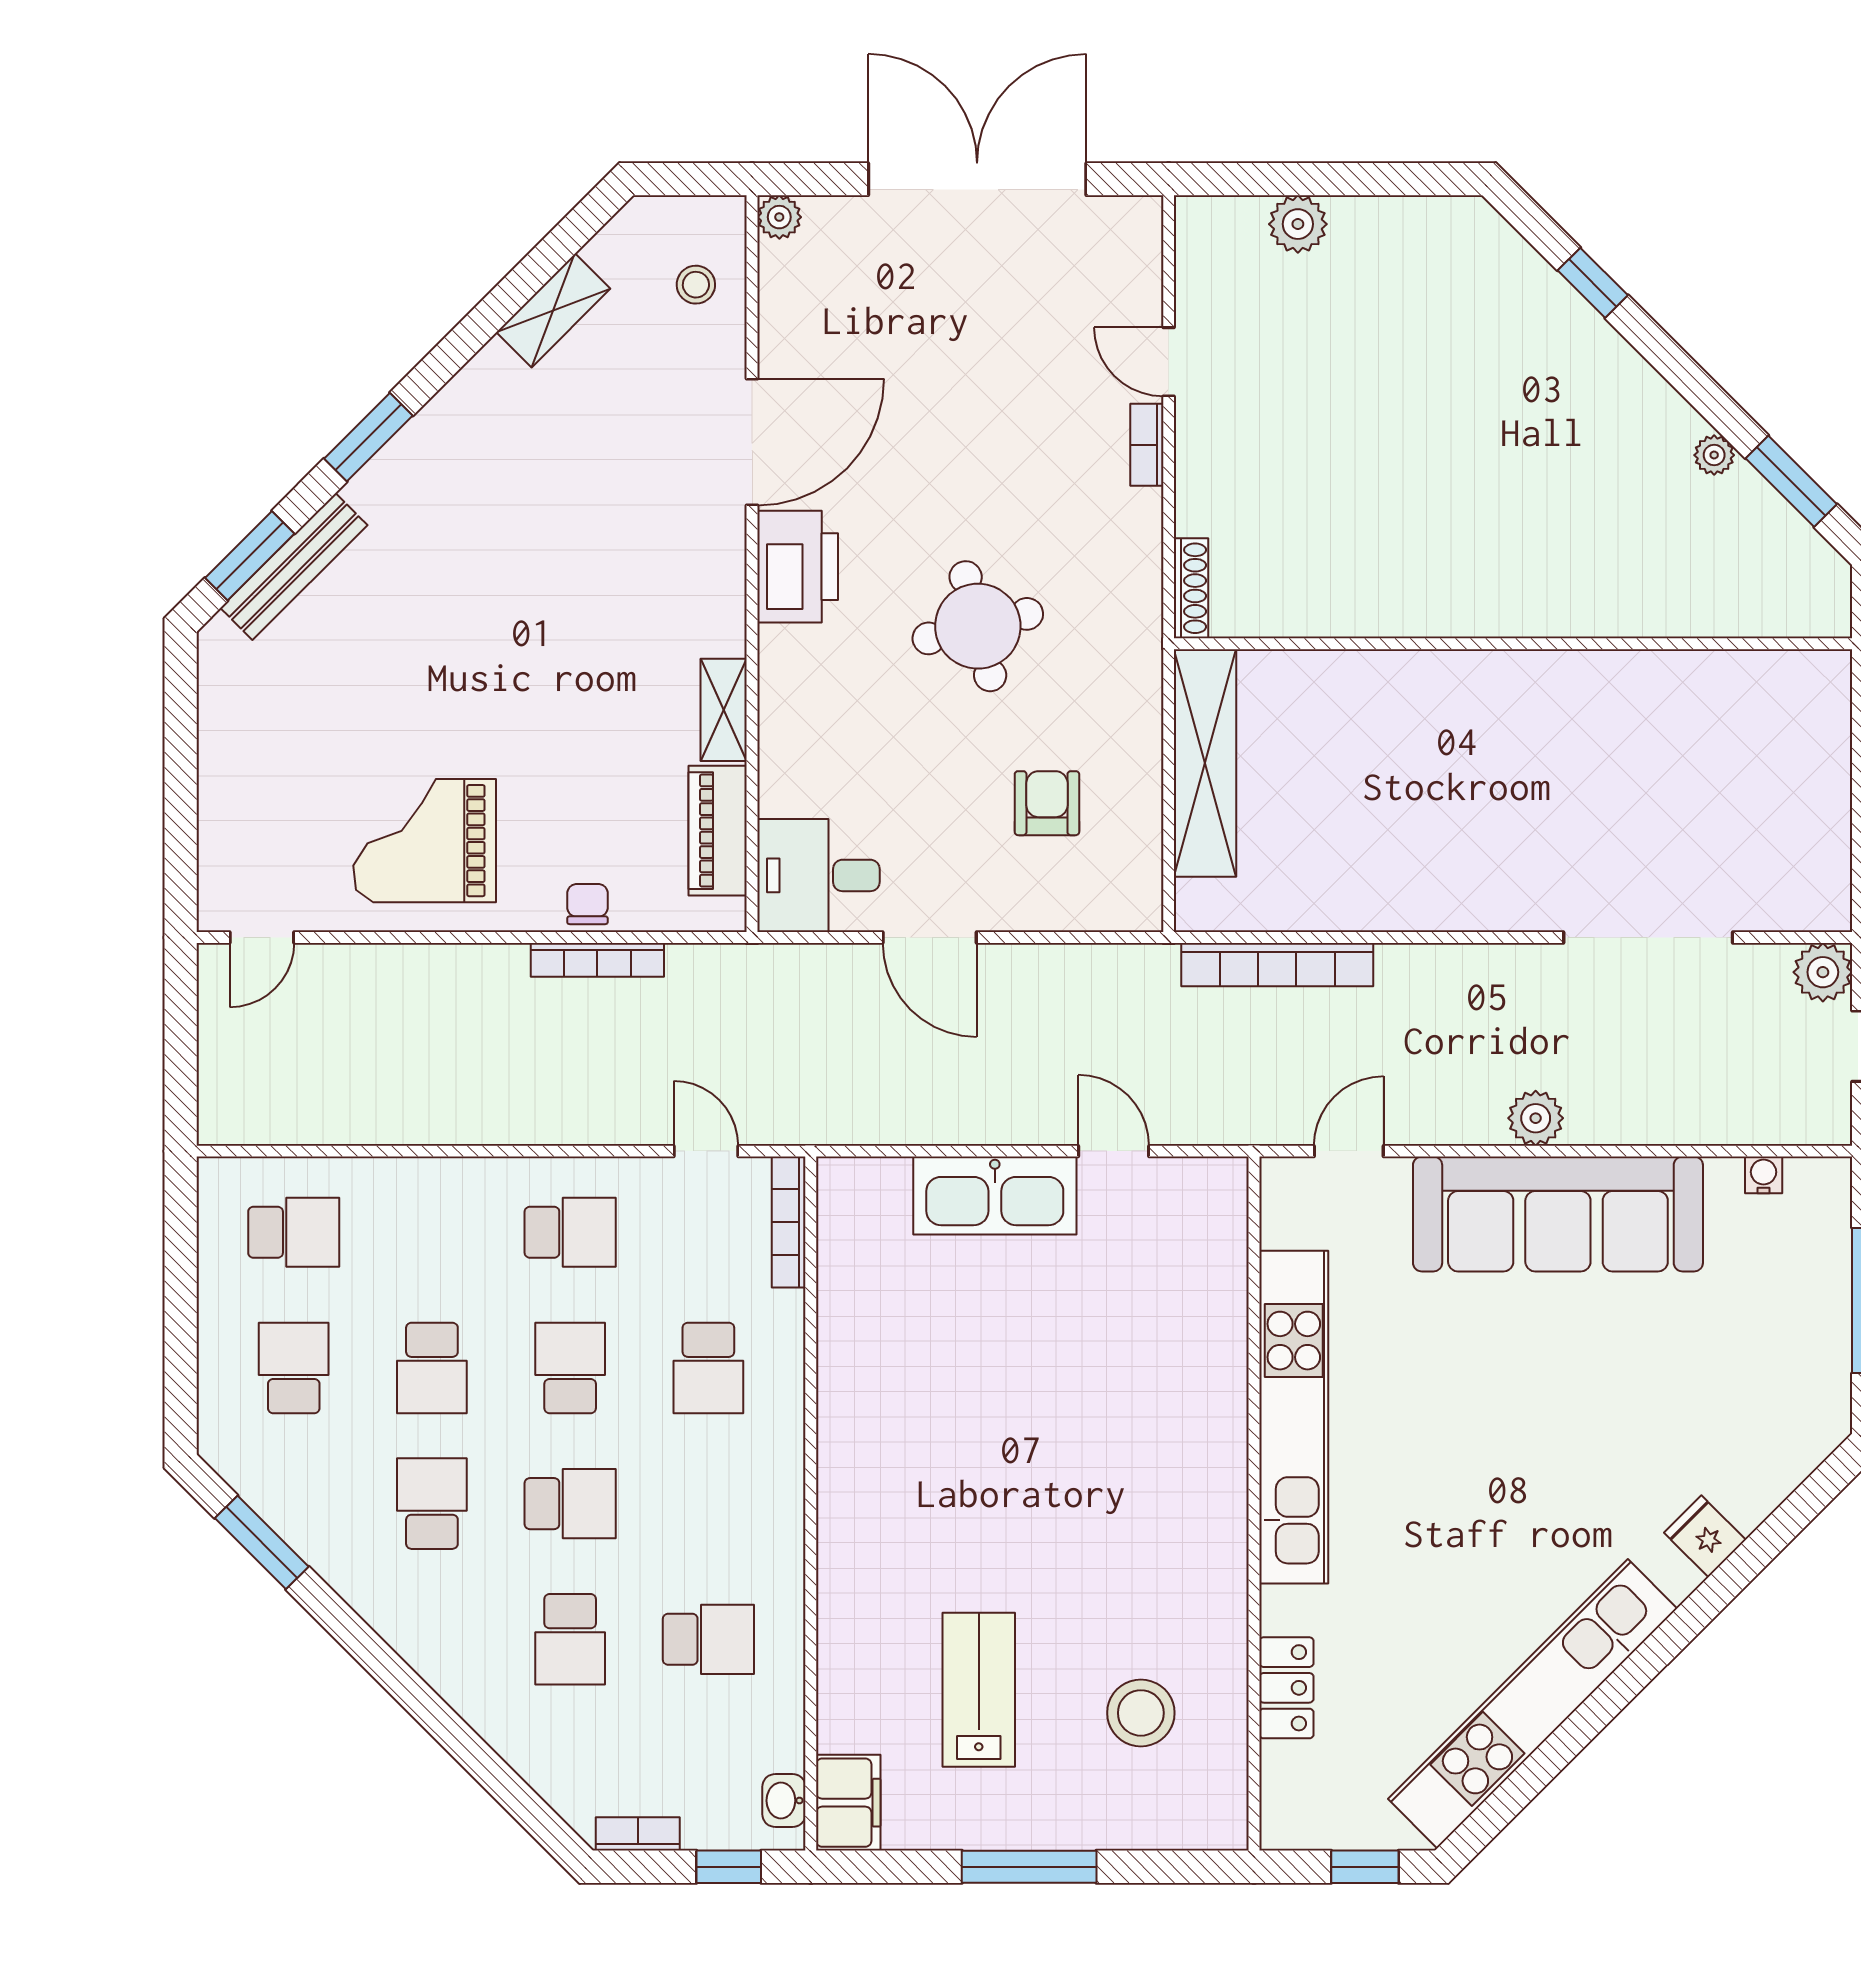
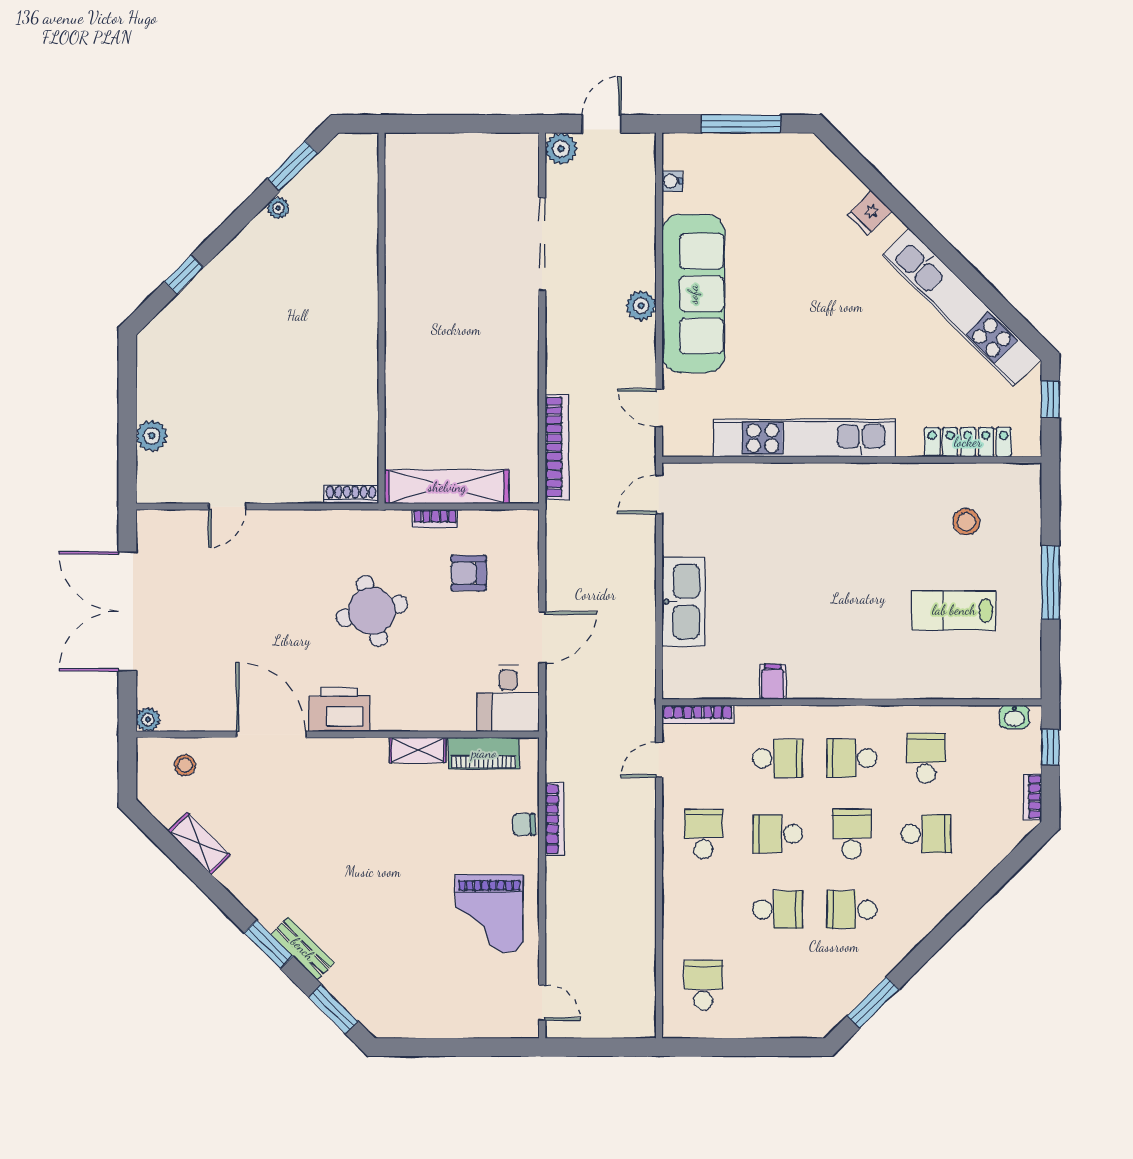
bookcase: (1147, 445) -> (435, 518), moved
bench: (294, 567) -> (303, 949), moved, width x0.73
door: (1114, 1151) -> (659, 494), moved
school desk: (294, 1368) -> (852, 758), moved
locker: (1286, 1688) -> (968, 442), width x1.53
stool: (1141, 1713) -> (966, 522), width x0.73, depth x0.73
filing cabinet: (848, 1803) -> (773, 682), moved, width x0.50

